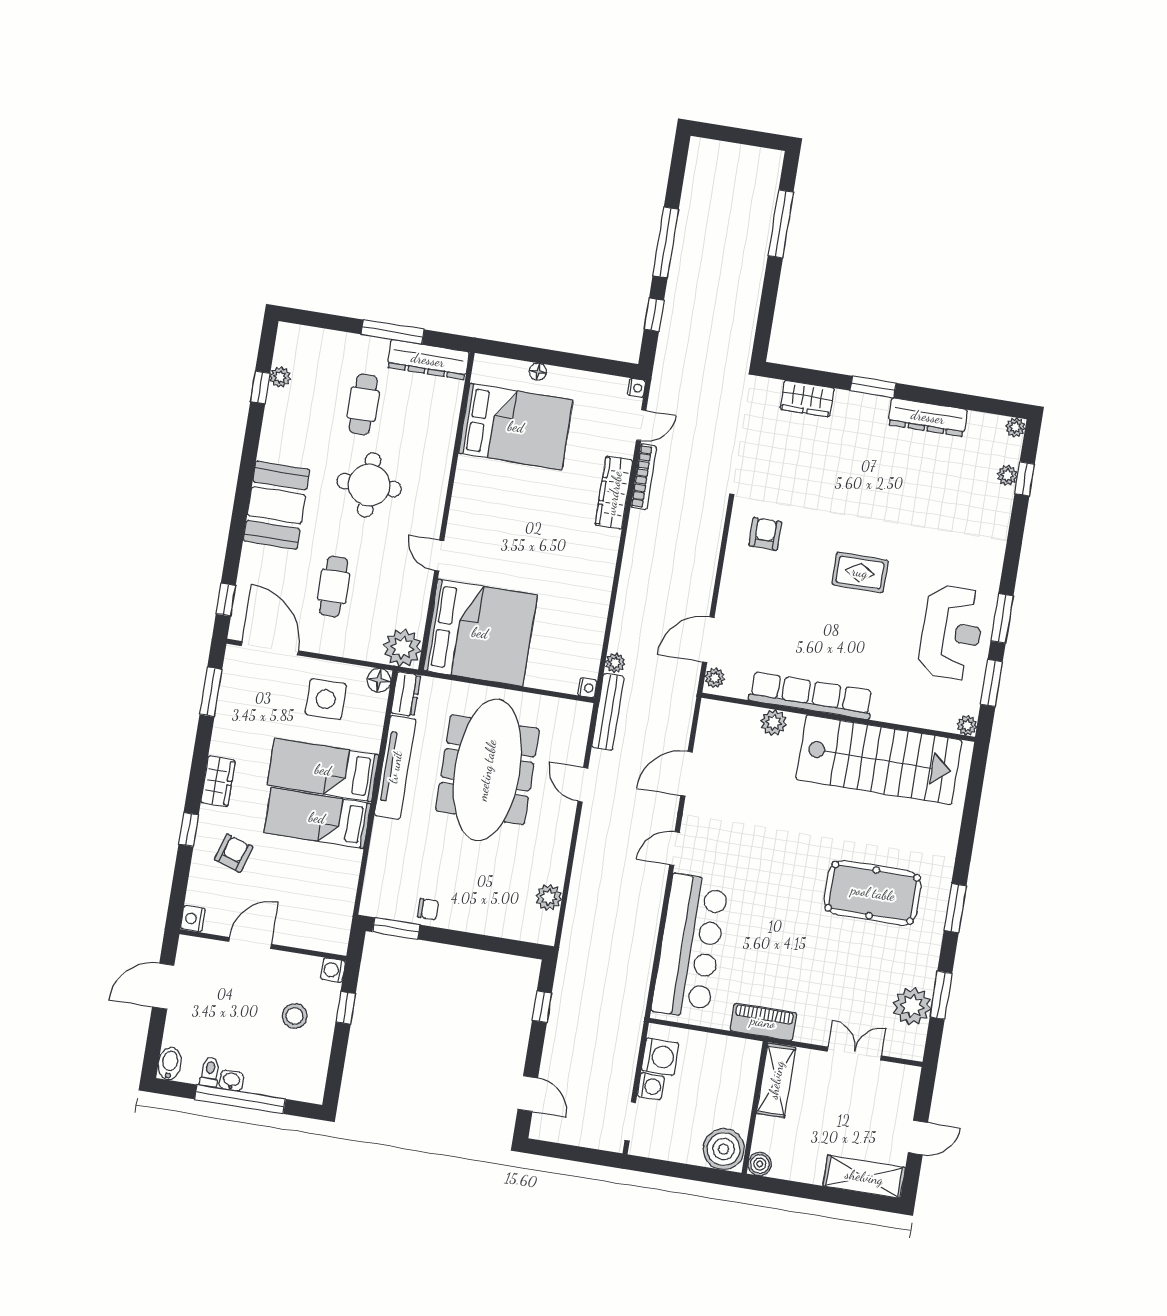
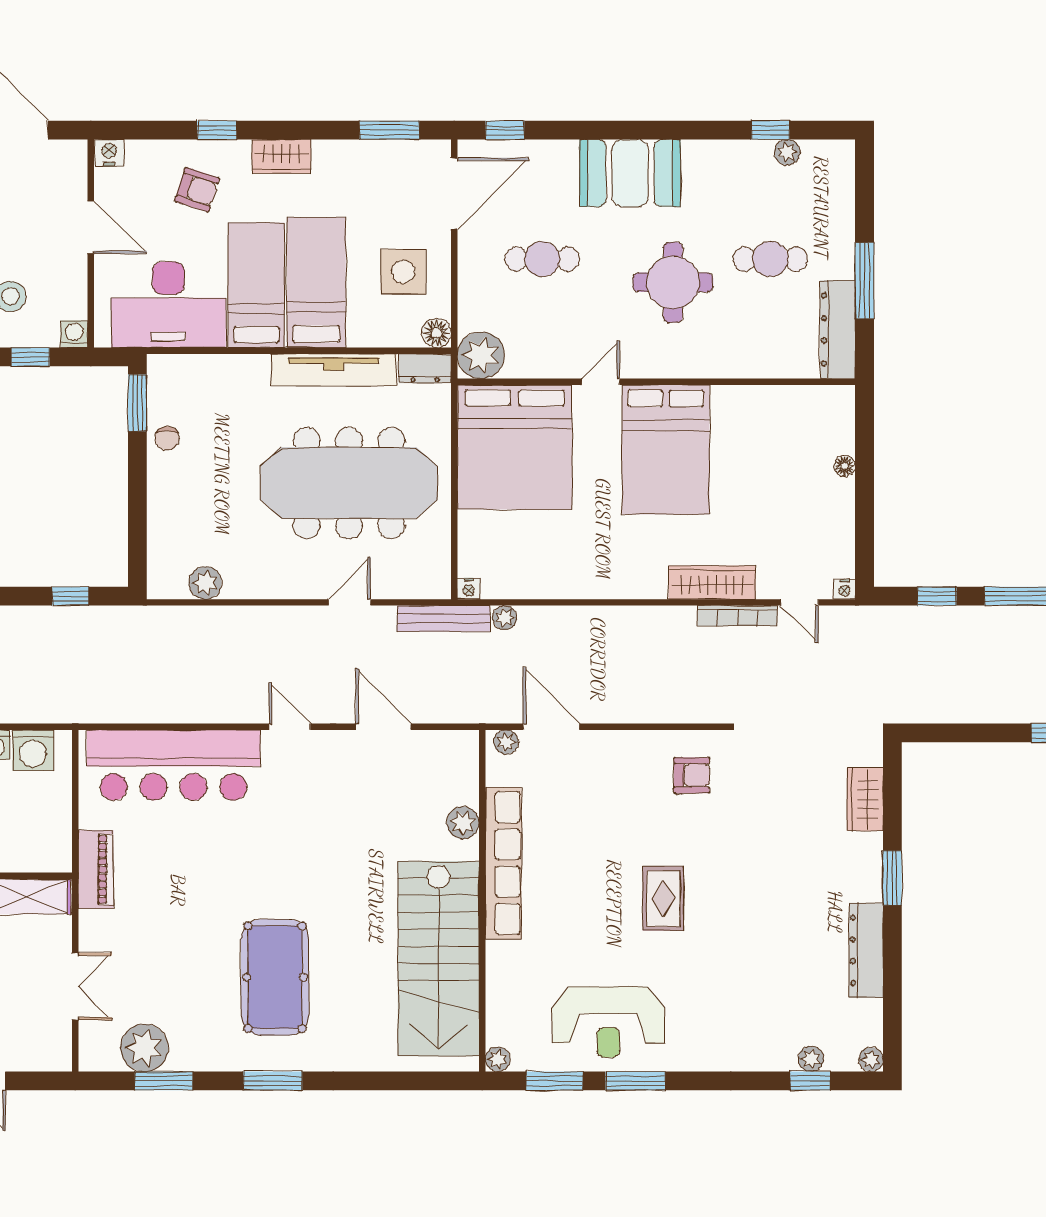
bed: (516, 427) -> (666, 450), moved
desk: (322, 891) -> (168, 305), added

